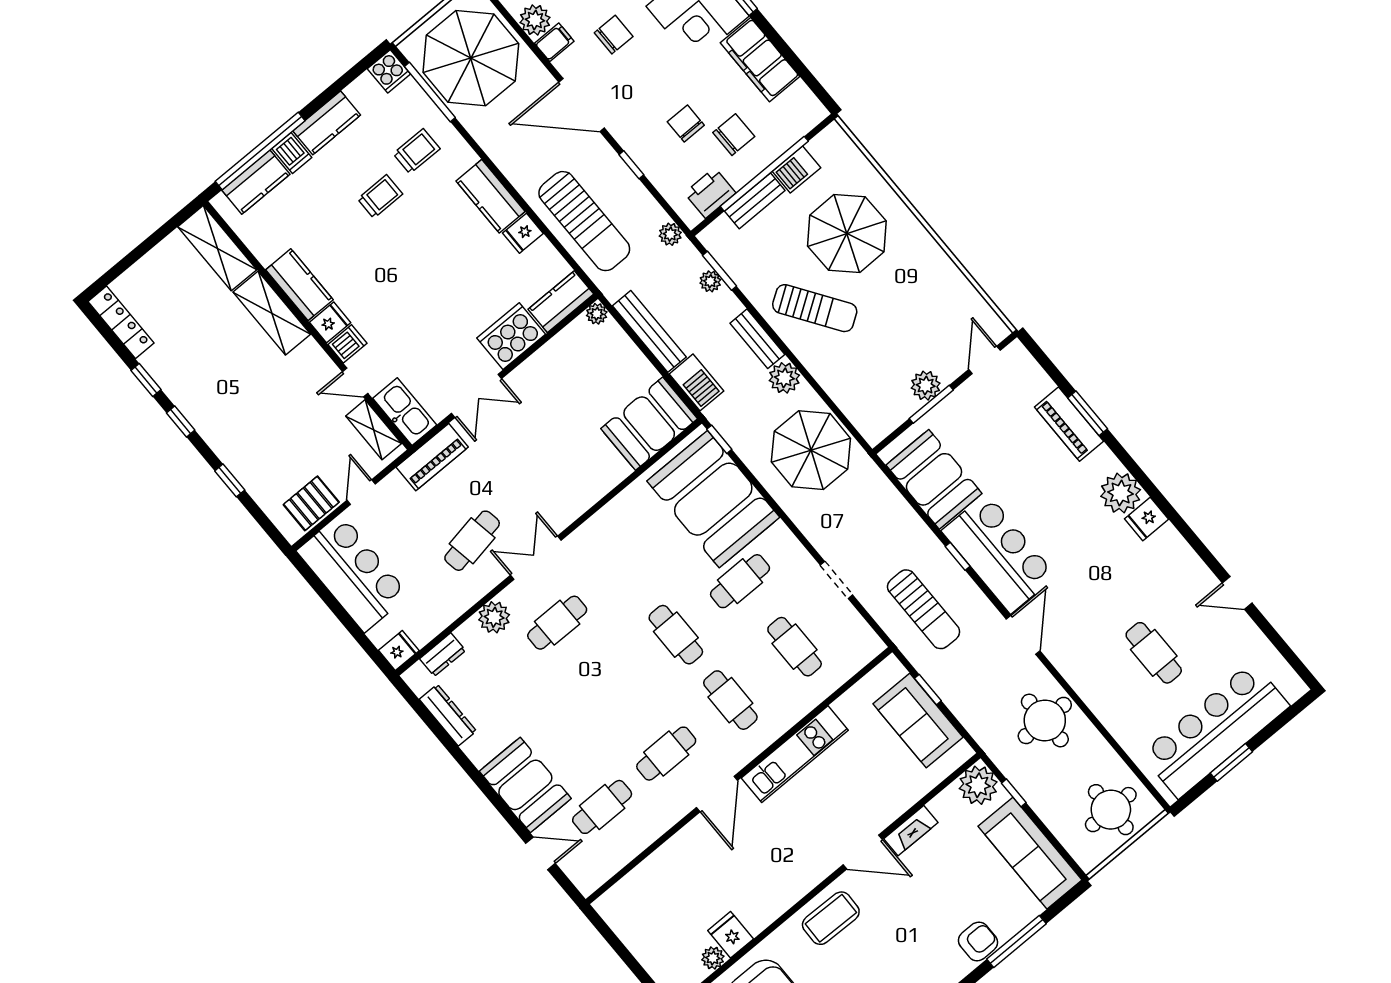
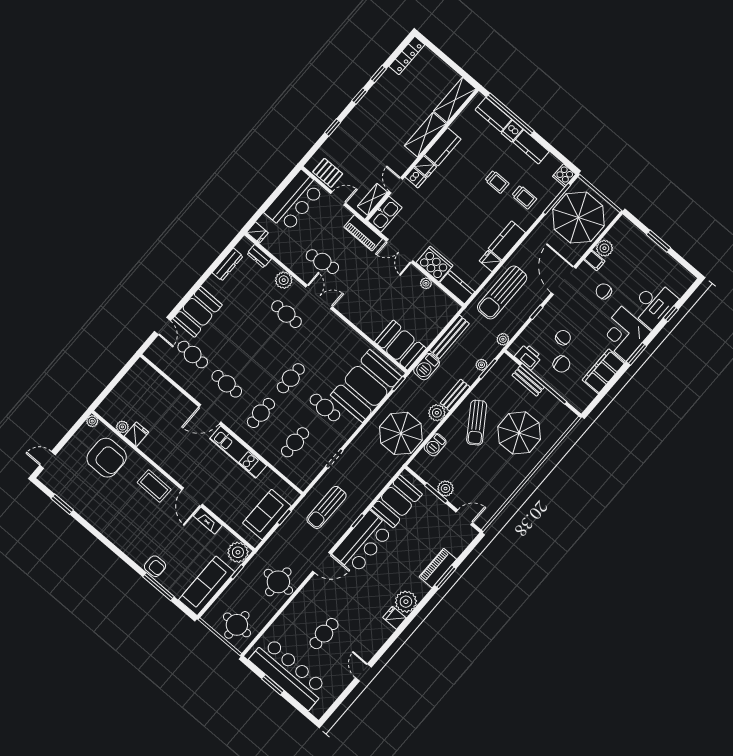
chair: (614, 35) -> (604, 291), turned 180
barbecue: (796, 170) -> (435, 445), moved, turned -90
plant: (597, 314) -> (426, 283), moved

